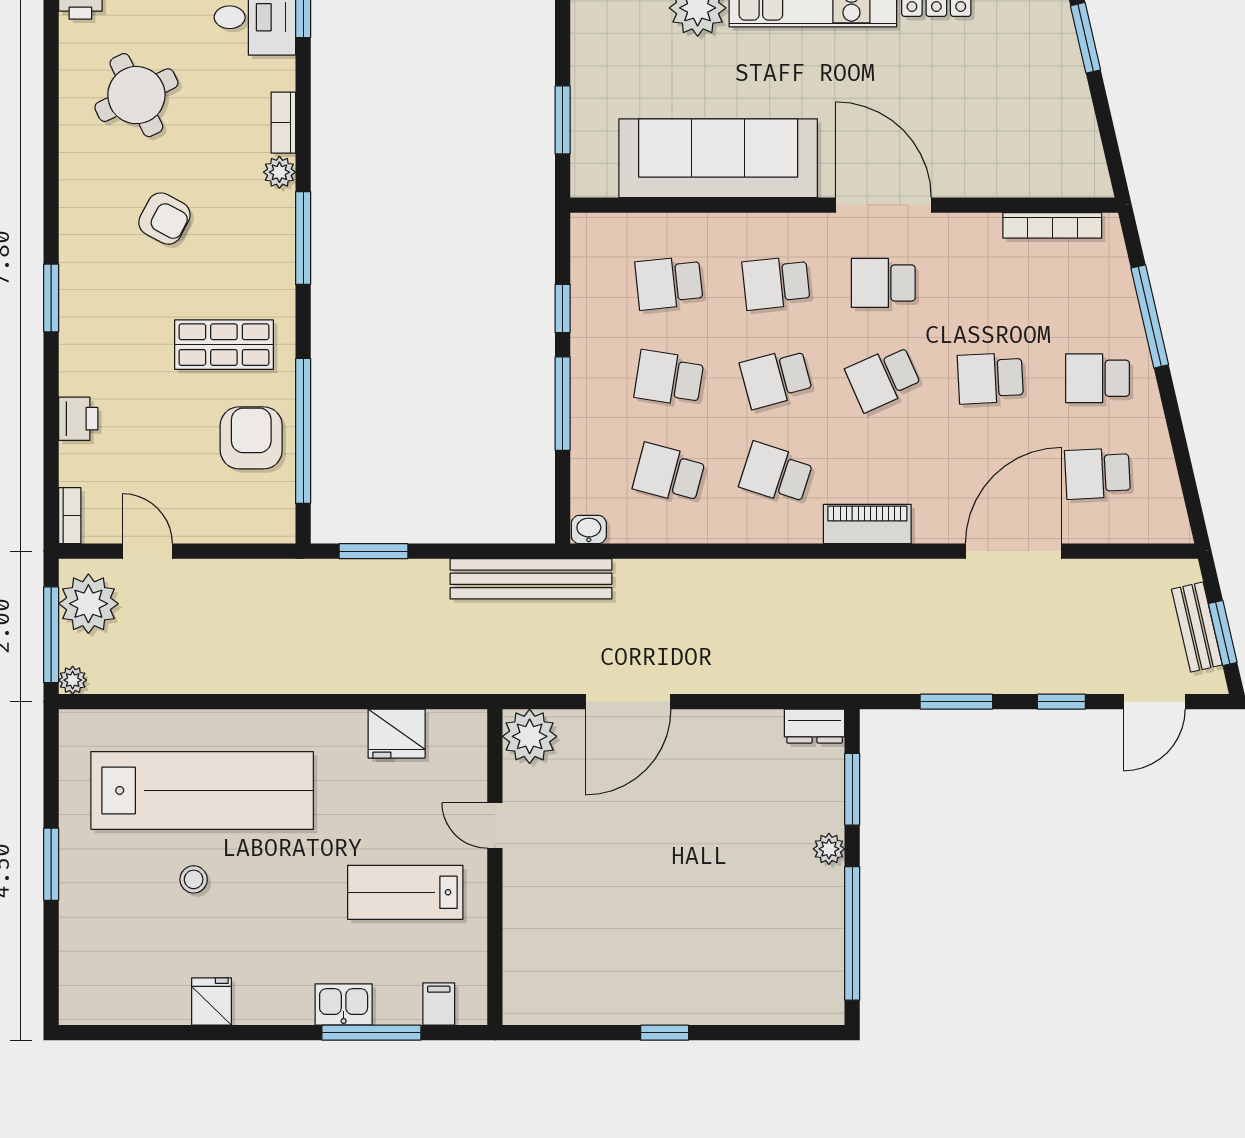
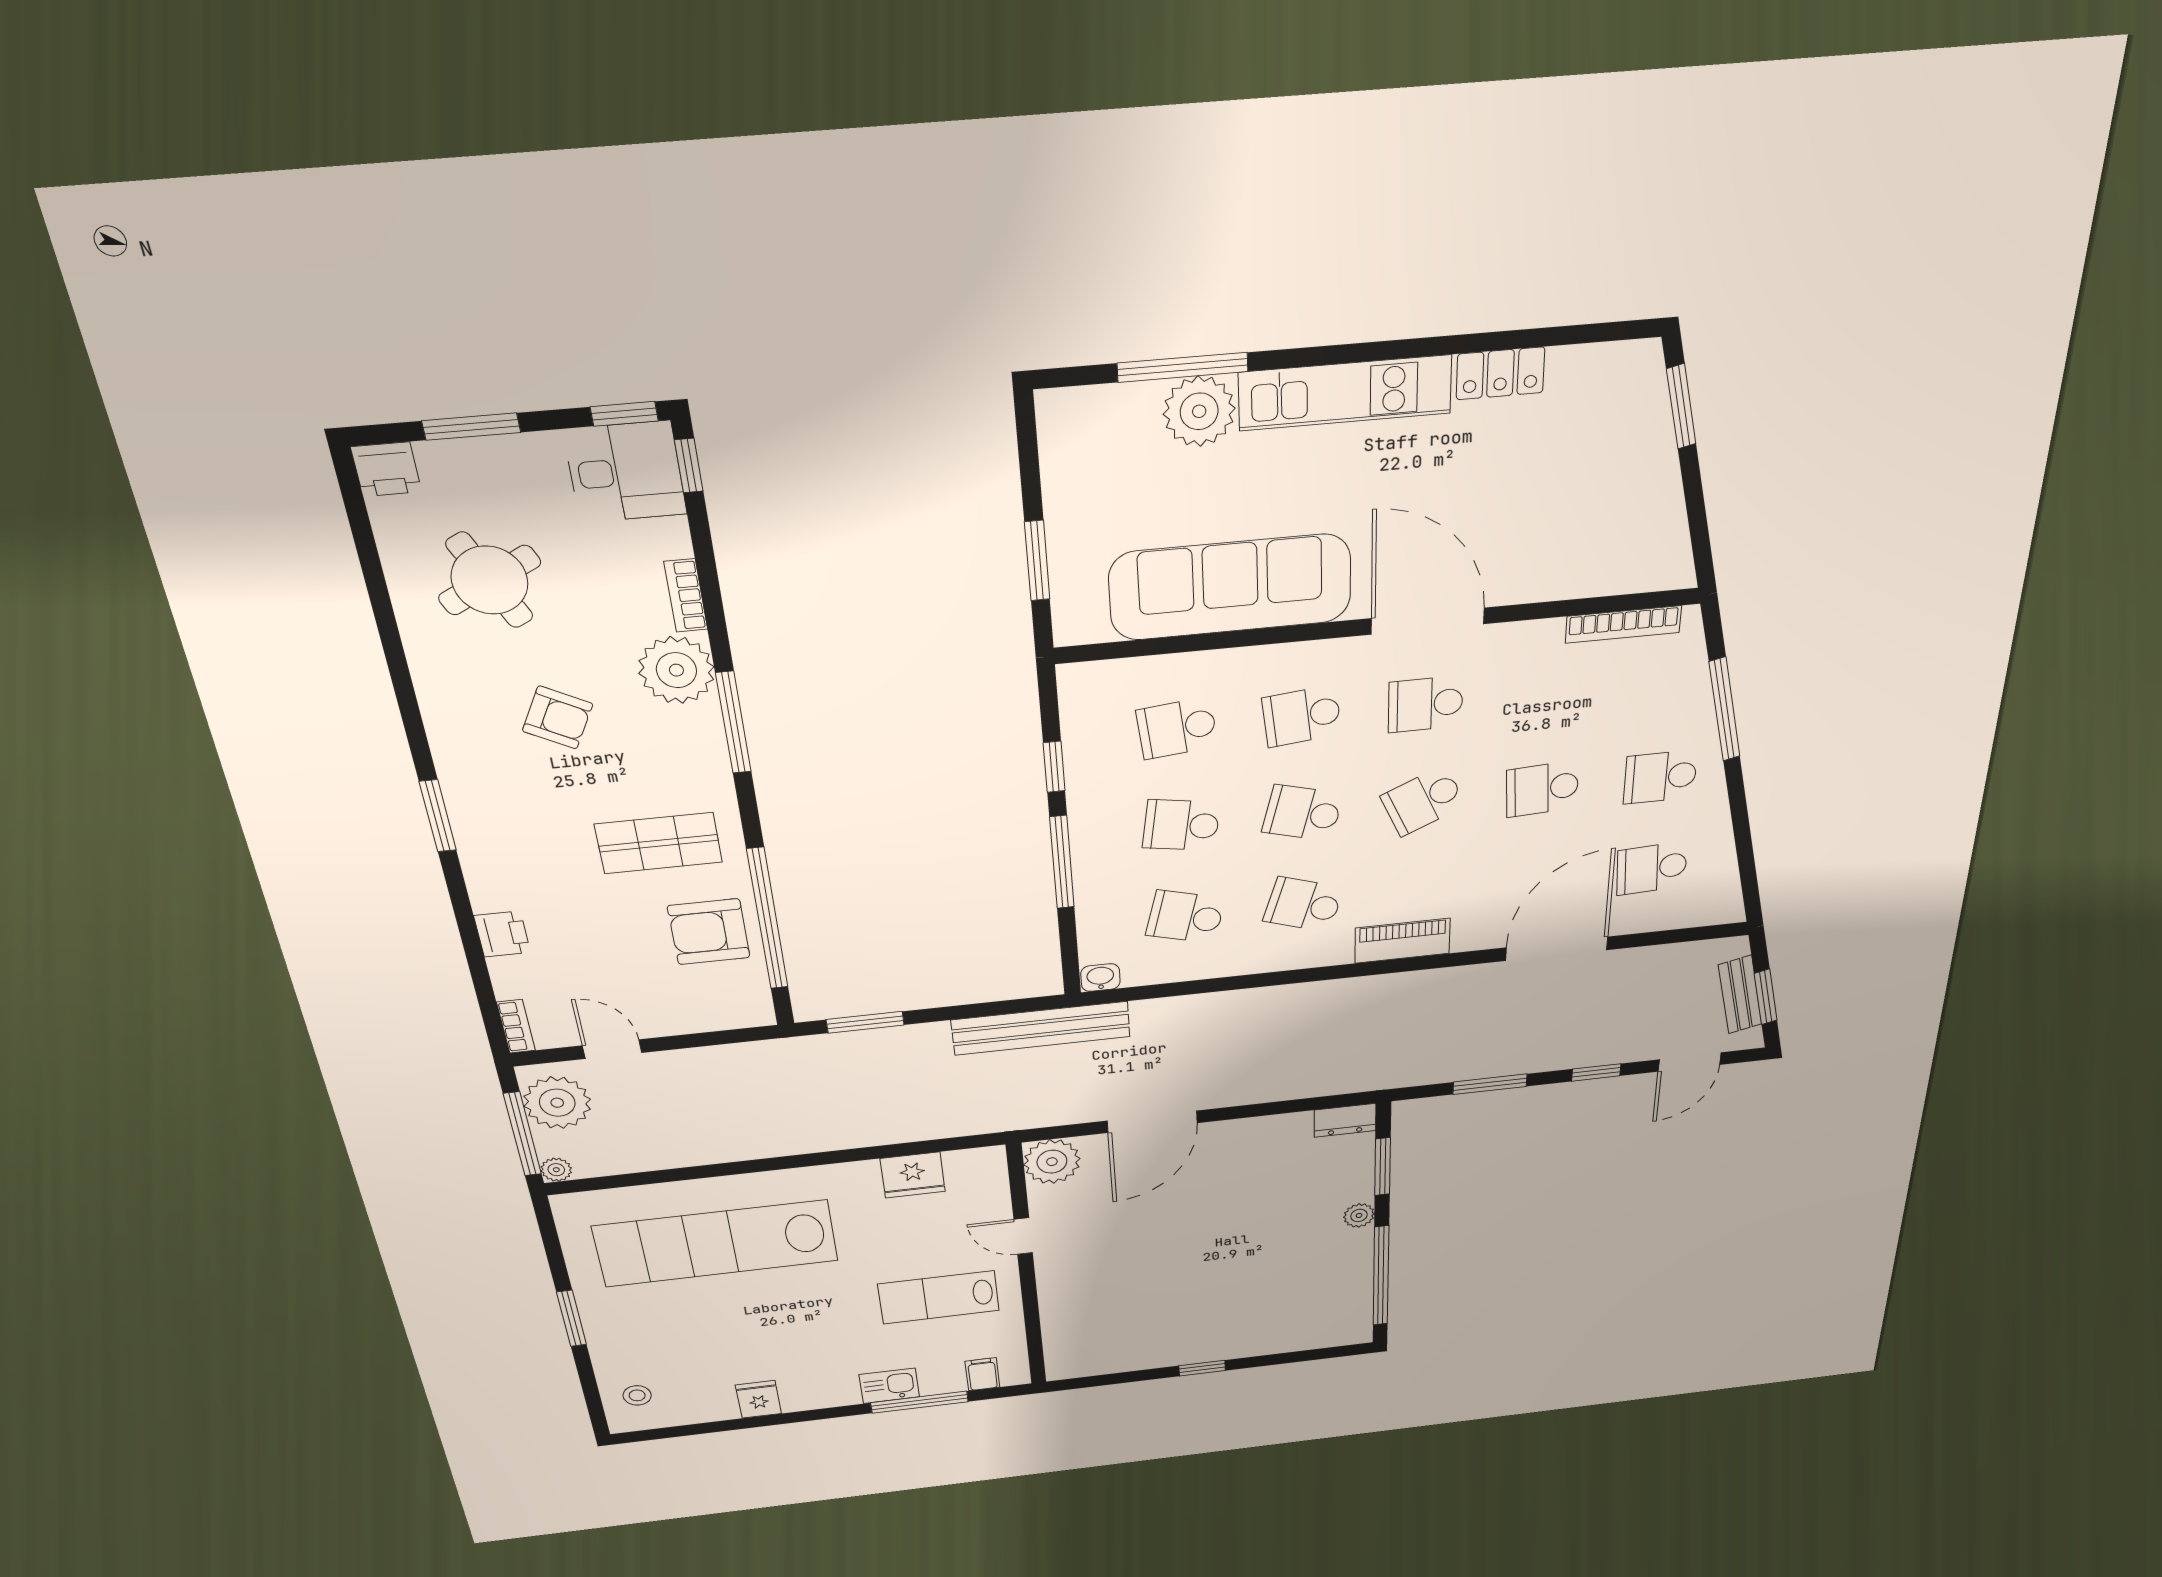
plant: (279, 172) -> (676, 670), width x1.87, depth x1.87
school desk: (776, 378) -> (1303, 813), turned 30
armchair: (251, 438) -> (709, 932), turned -90
lab bench: (202, 790) -> (716, 1243), turned 180
stool: (194, 879) -> (637, 1395), moved

